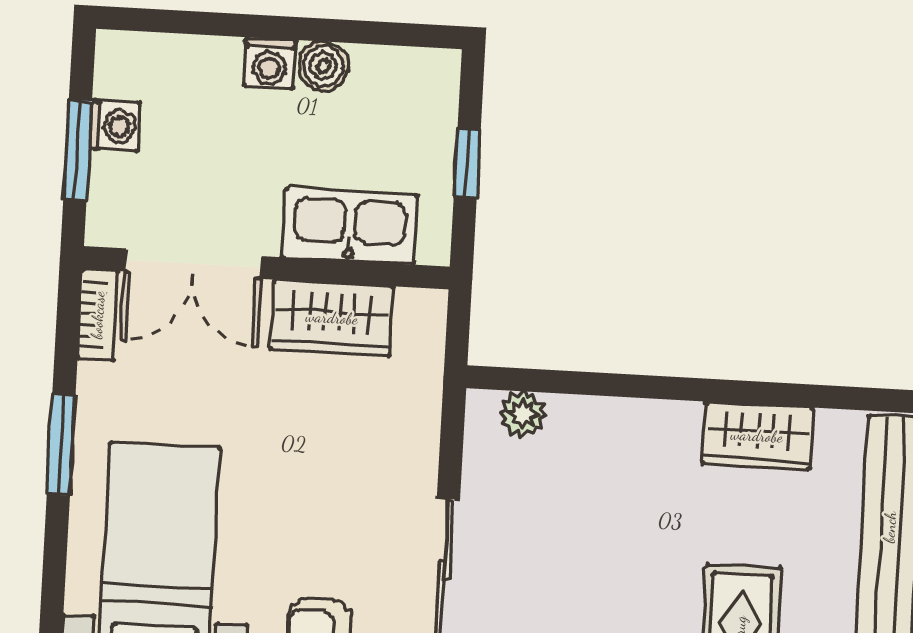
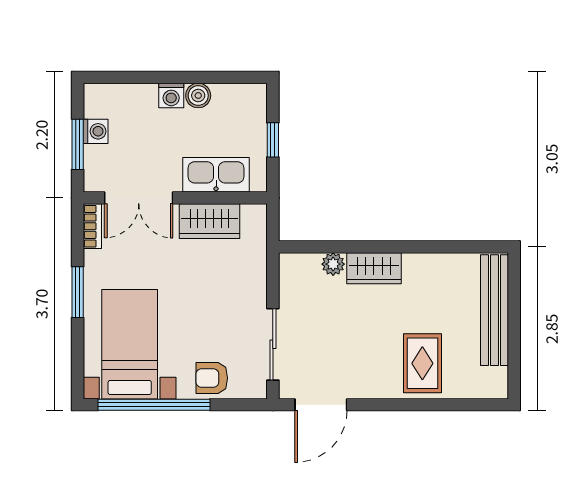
plant: (523, 414) -> (333, 264), moved
wardrobe: (757, 436) -> (374, 268), moved

